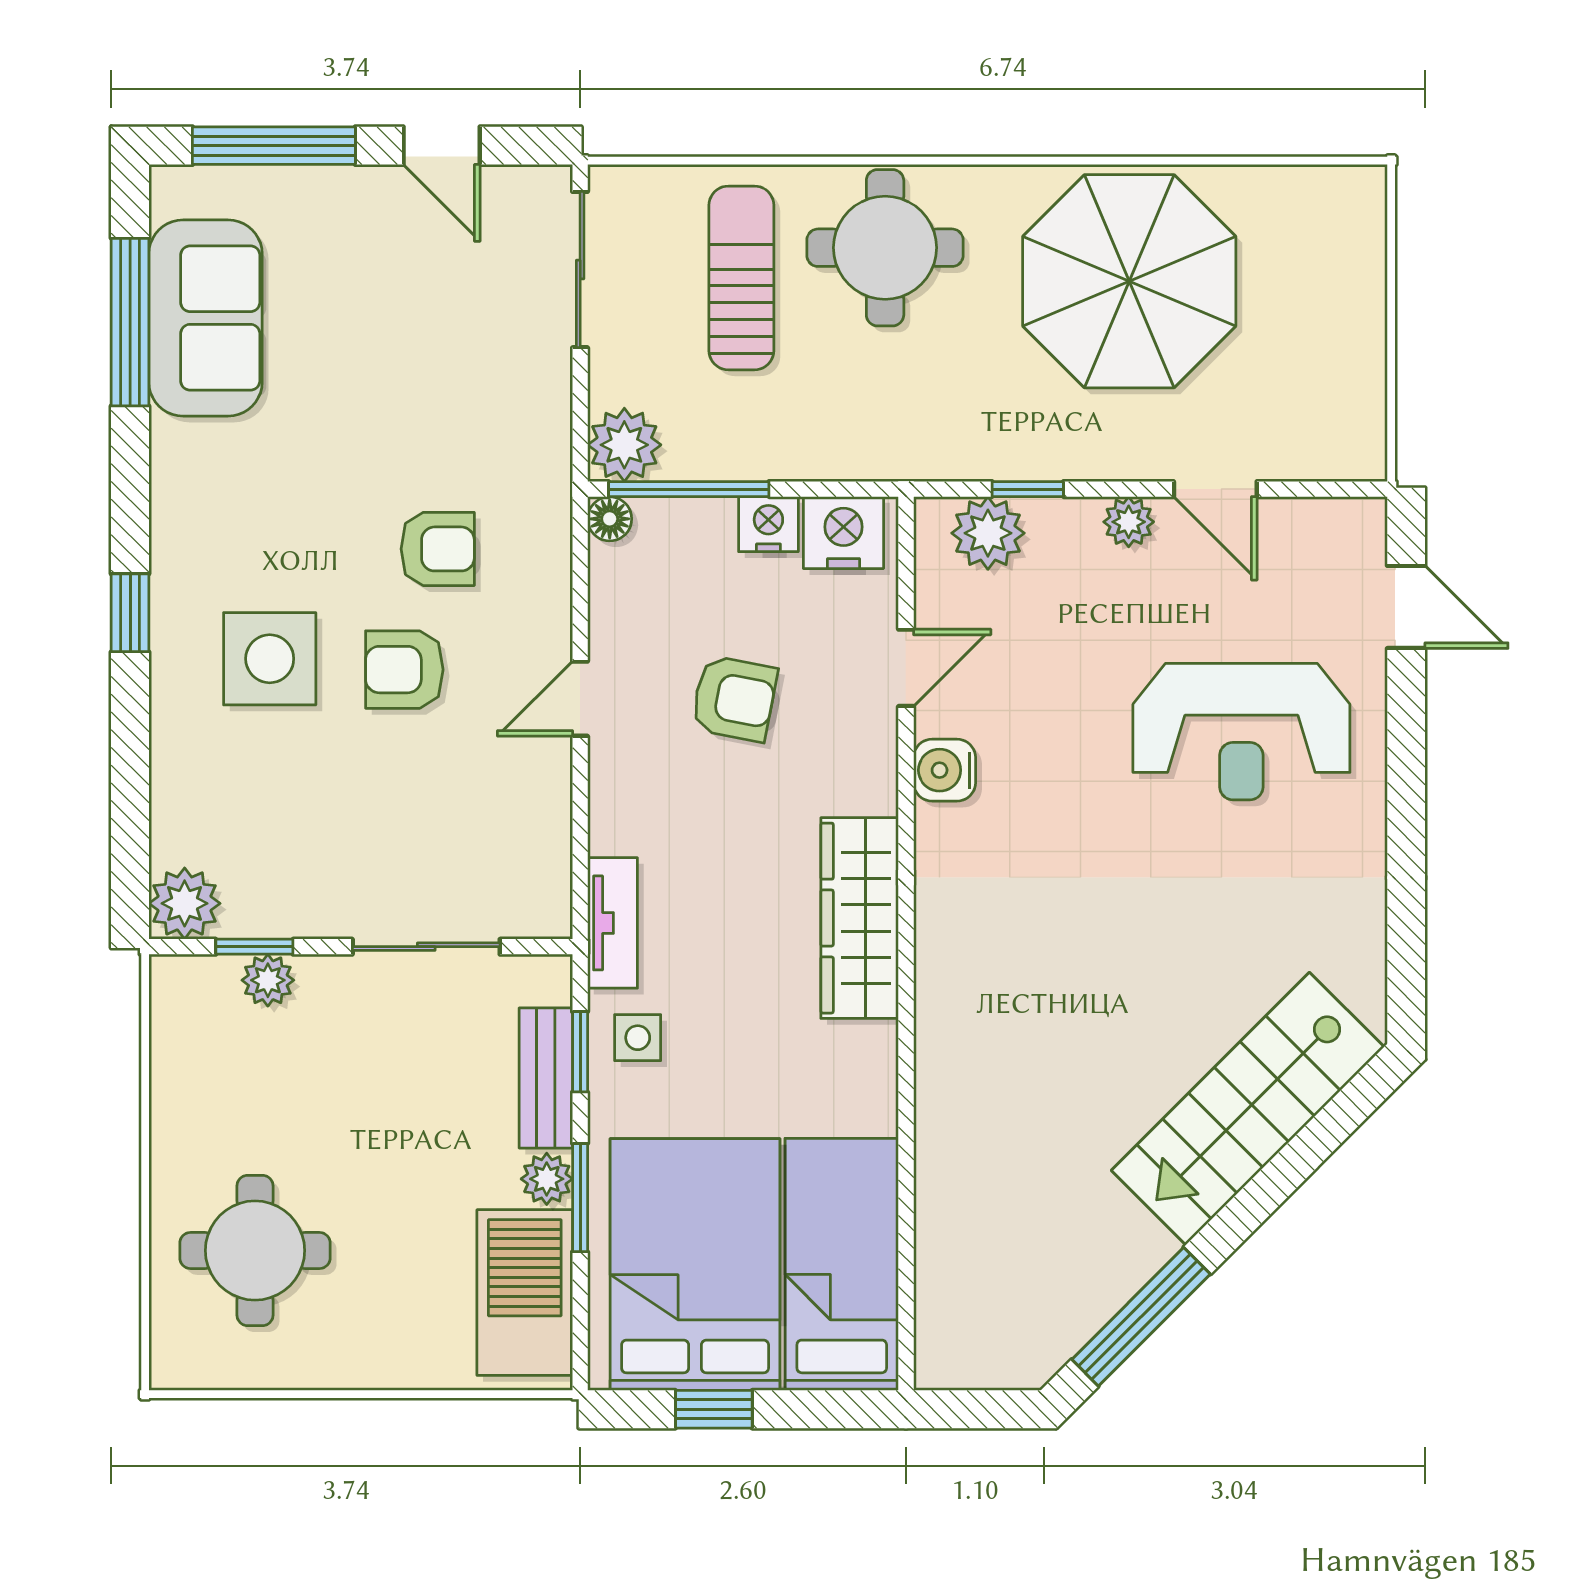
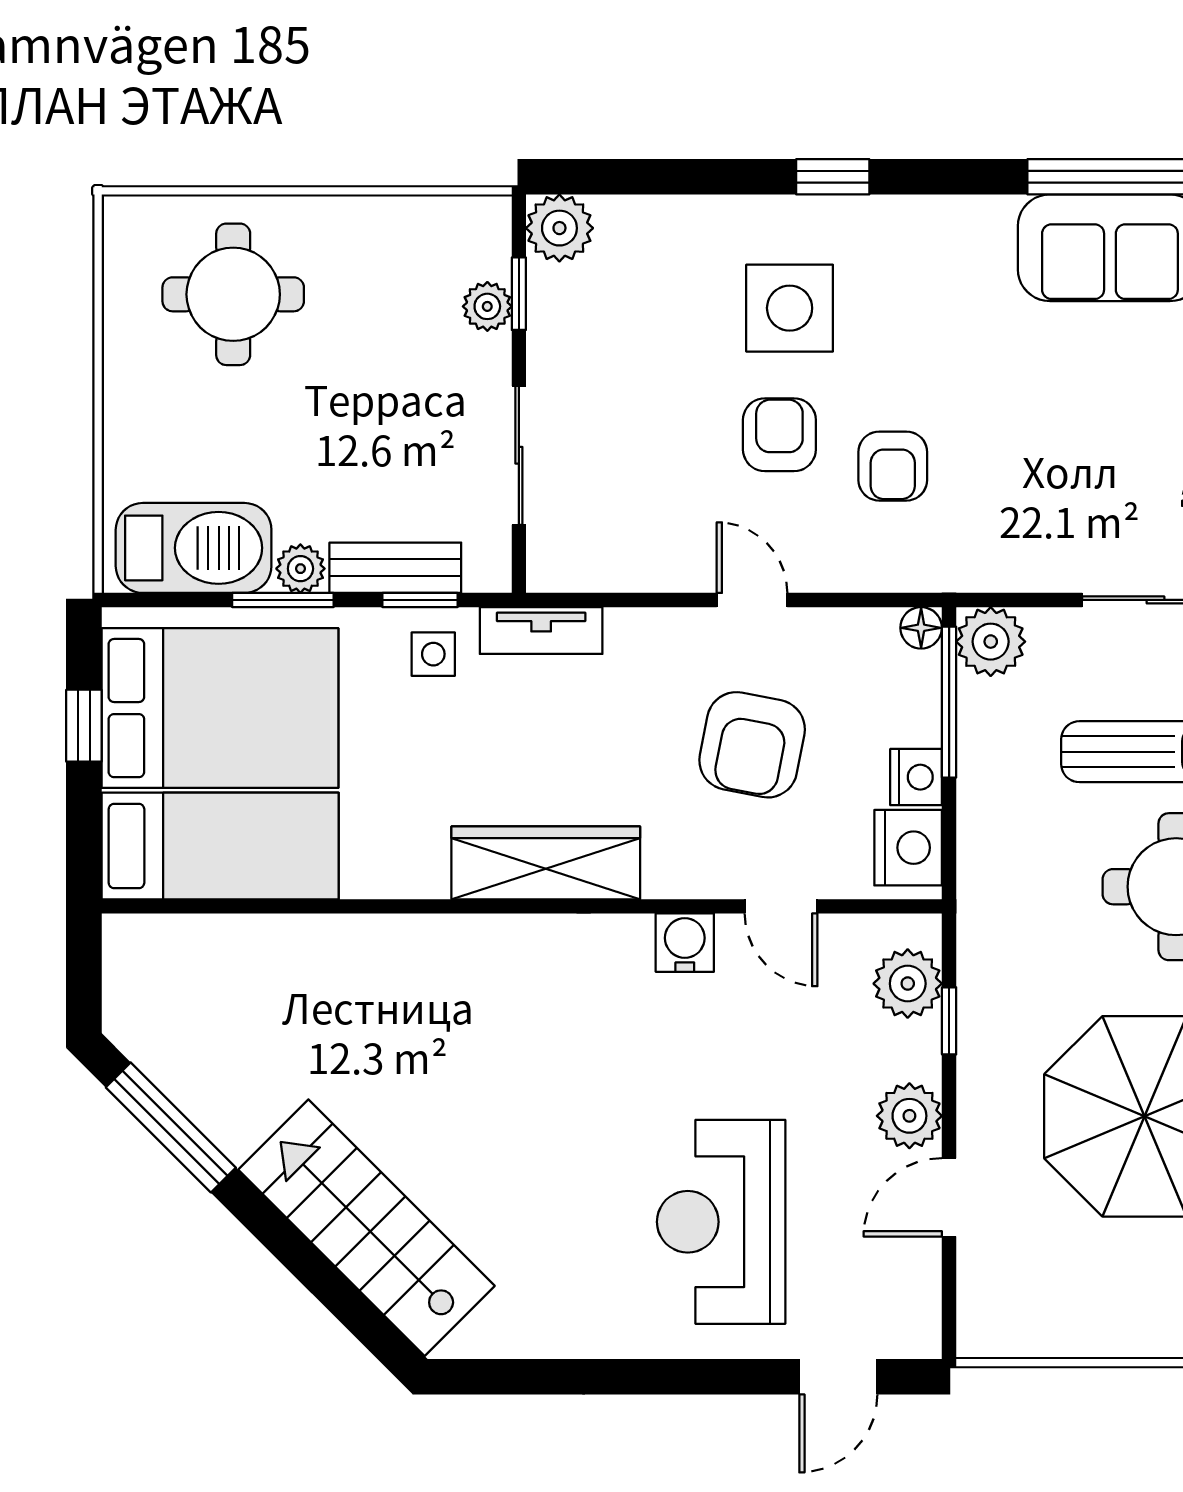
plant: (1129, 522) -> (909, 1116), width x1.38, depth x1.38
armchair: (734, 699) -> (752, 745), width x1.38, depth x1.38

